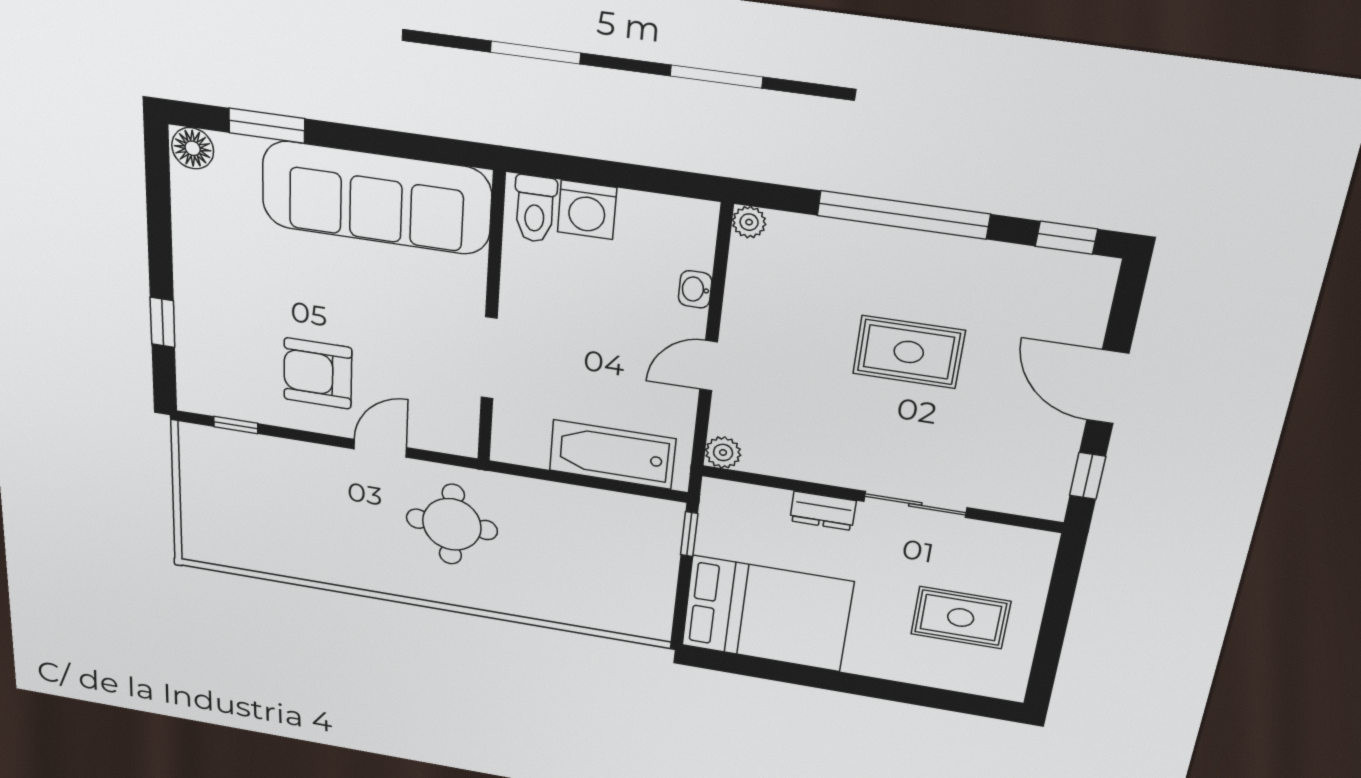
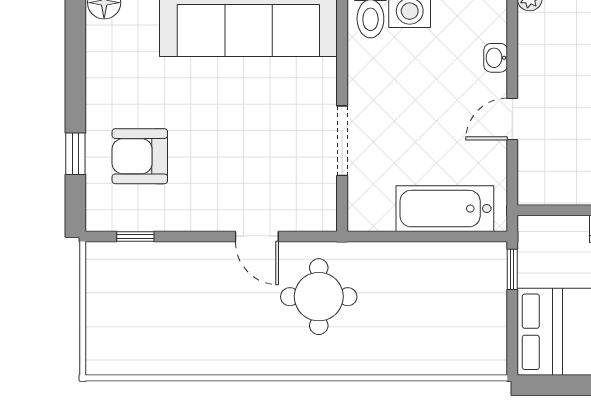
armchair: (318, 373) -> (140, 156), moved
door: (380, 448) -> (257, 236), swing flipped
plant: (723, 452) -> (531, 191), removed

